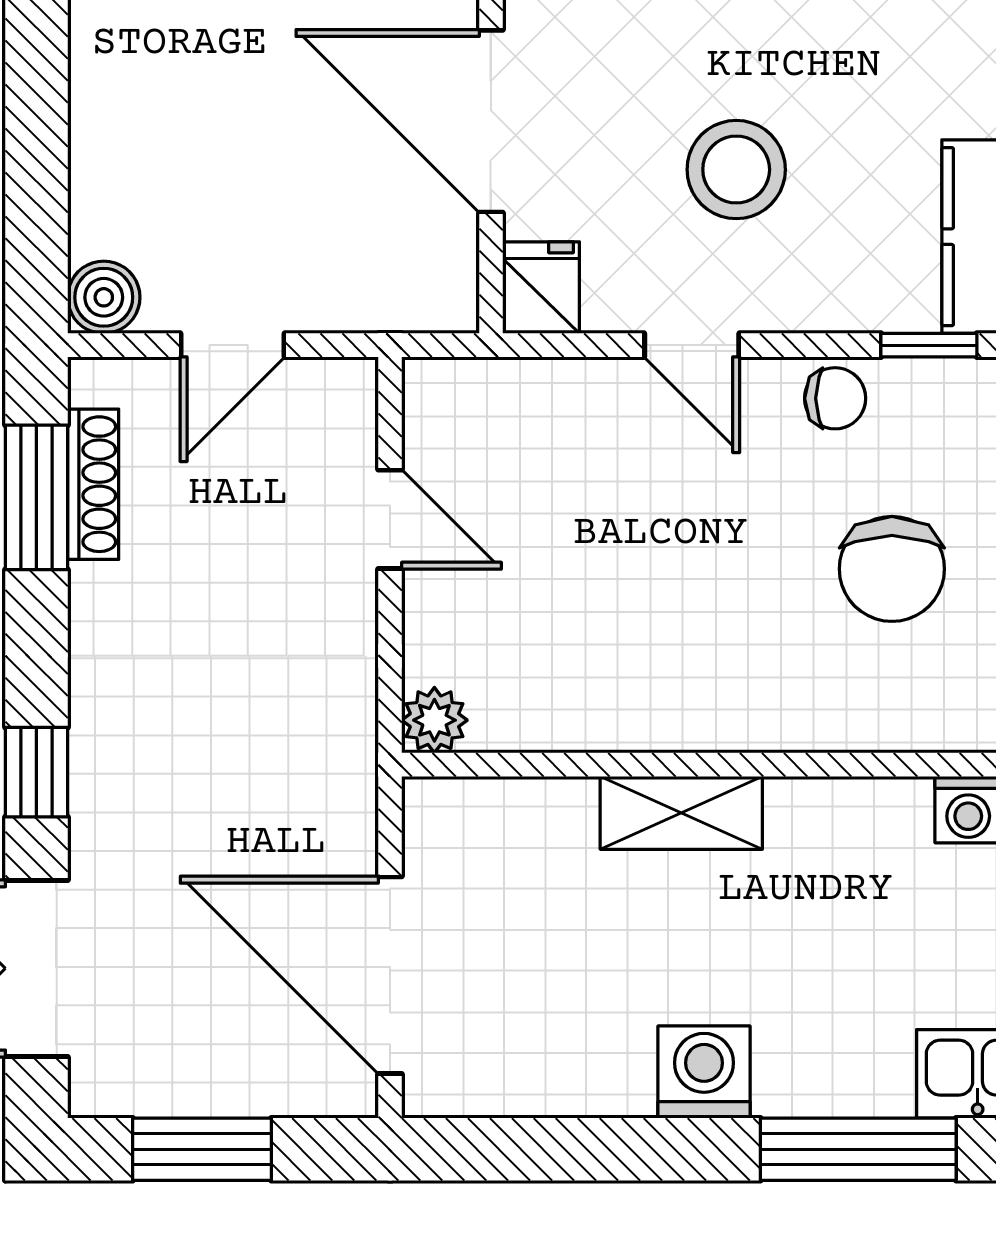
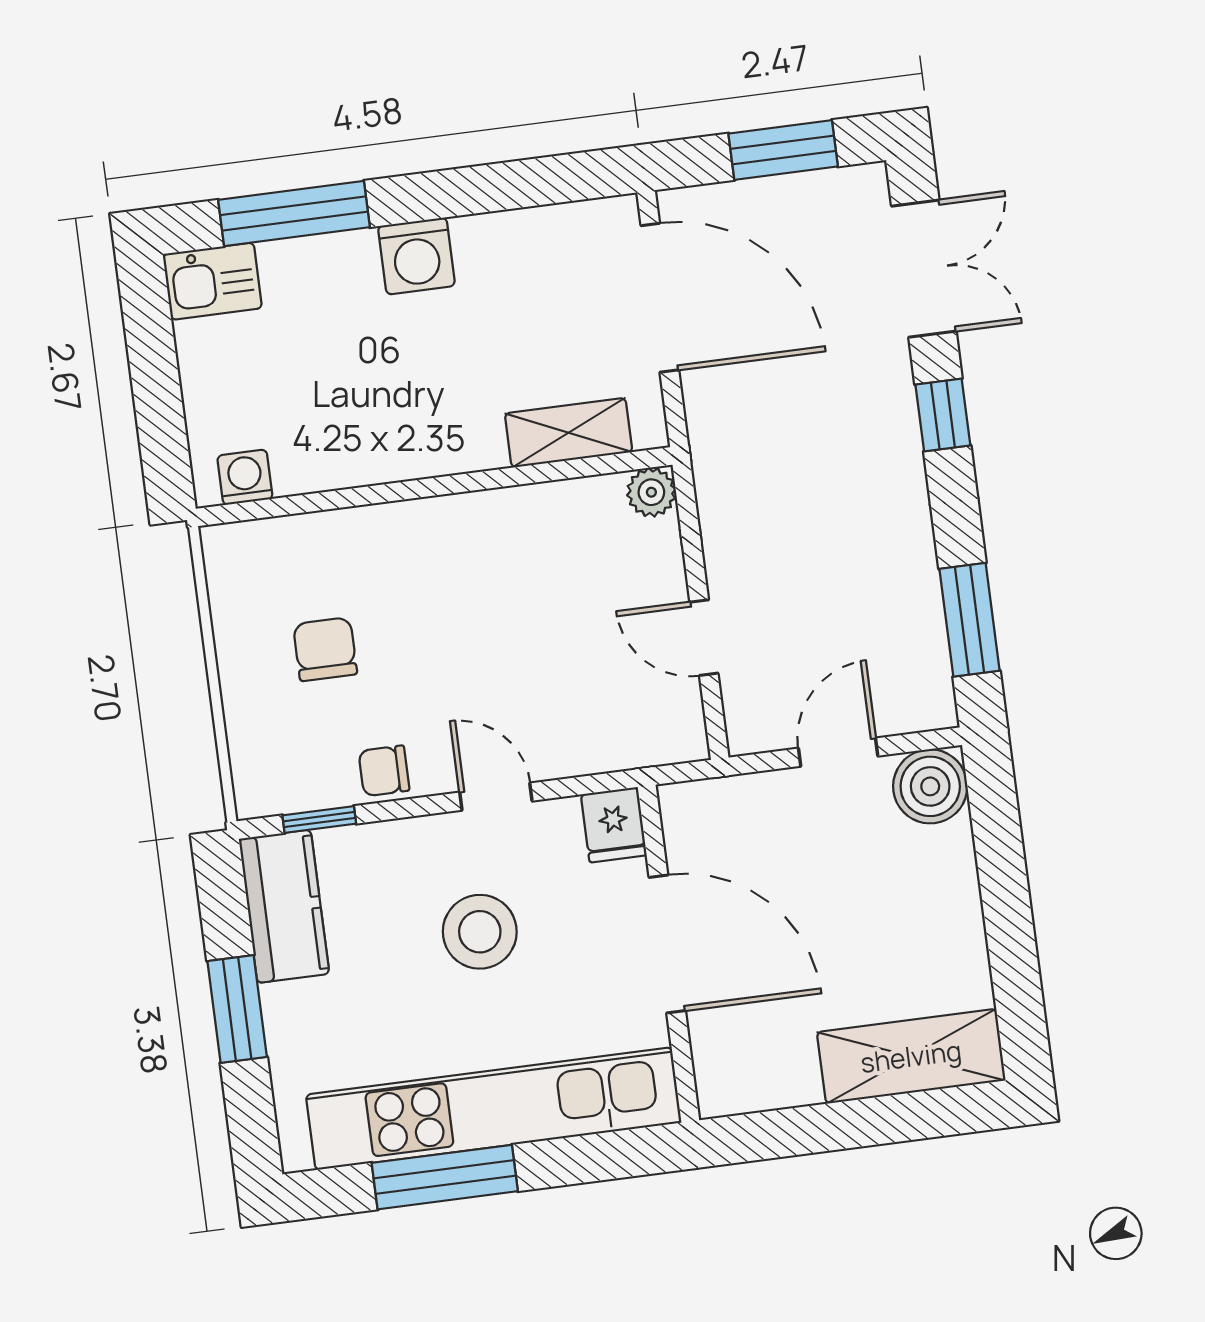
boiler: (104, 297) -> (930, 786), width x1.36, depth x1.36
shoe rack: (93, 484) -> (929, 635), removed
chair: (892, 569) -> (325, 649), width x0.73, depth x0.73
shelving: (681, 813) -> (569, 433), moved

